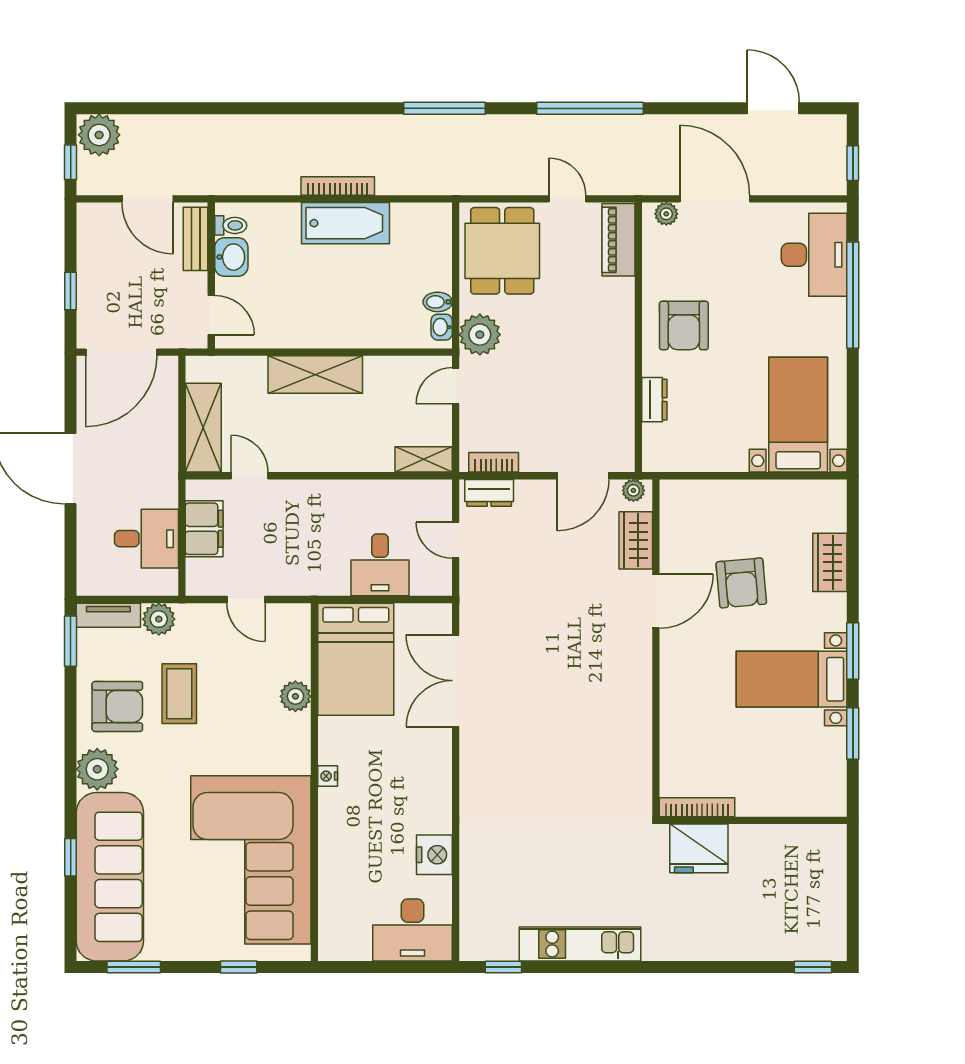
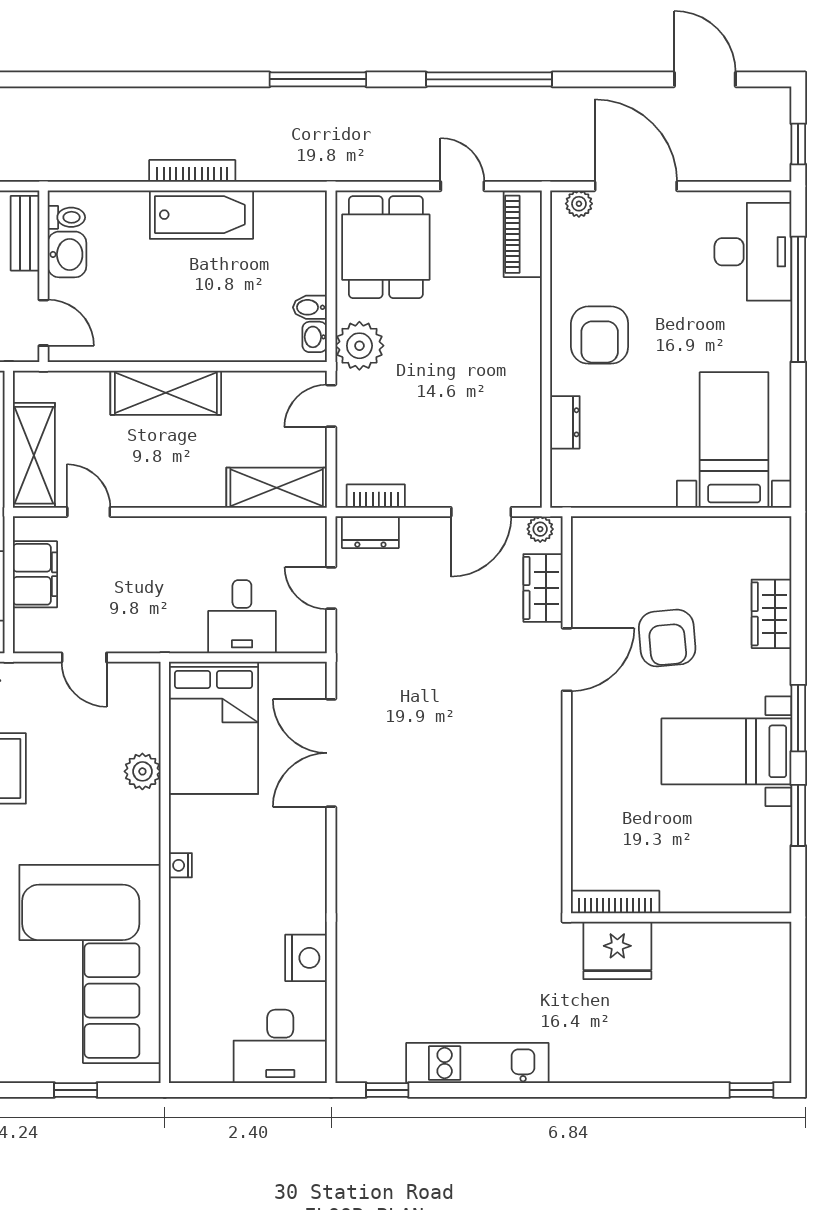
shelving: (424, 459) -> (277, 488), width x1.50, depth x1.33

